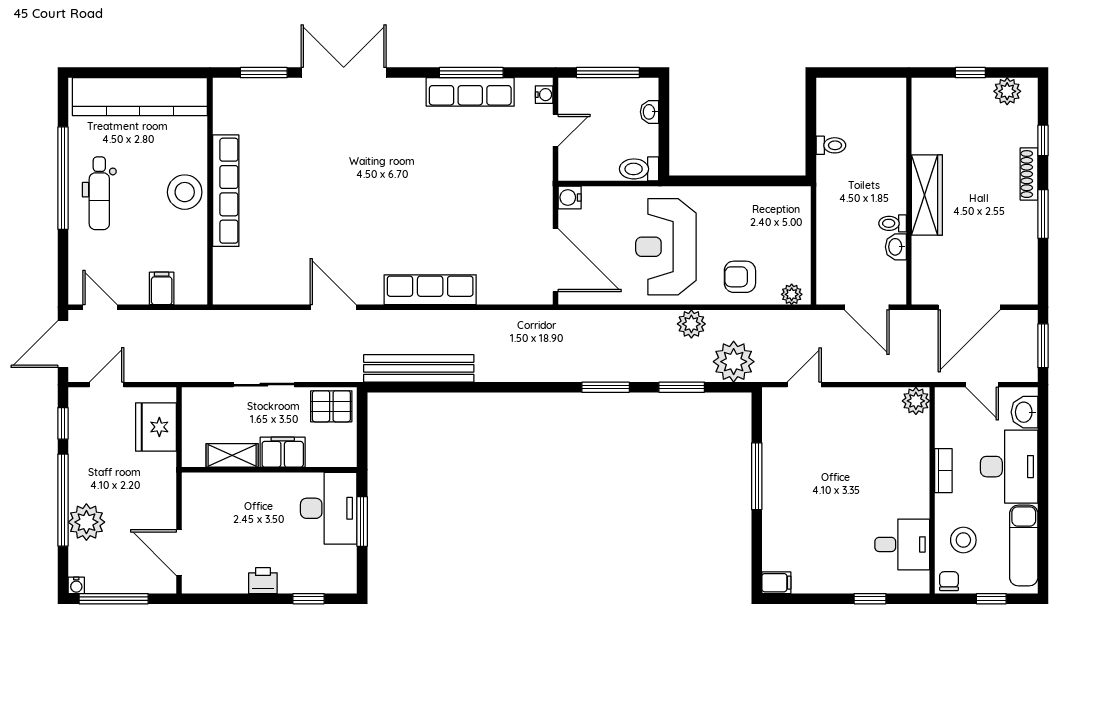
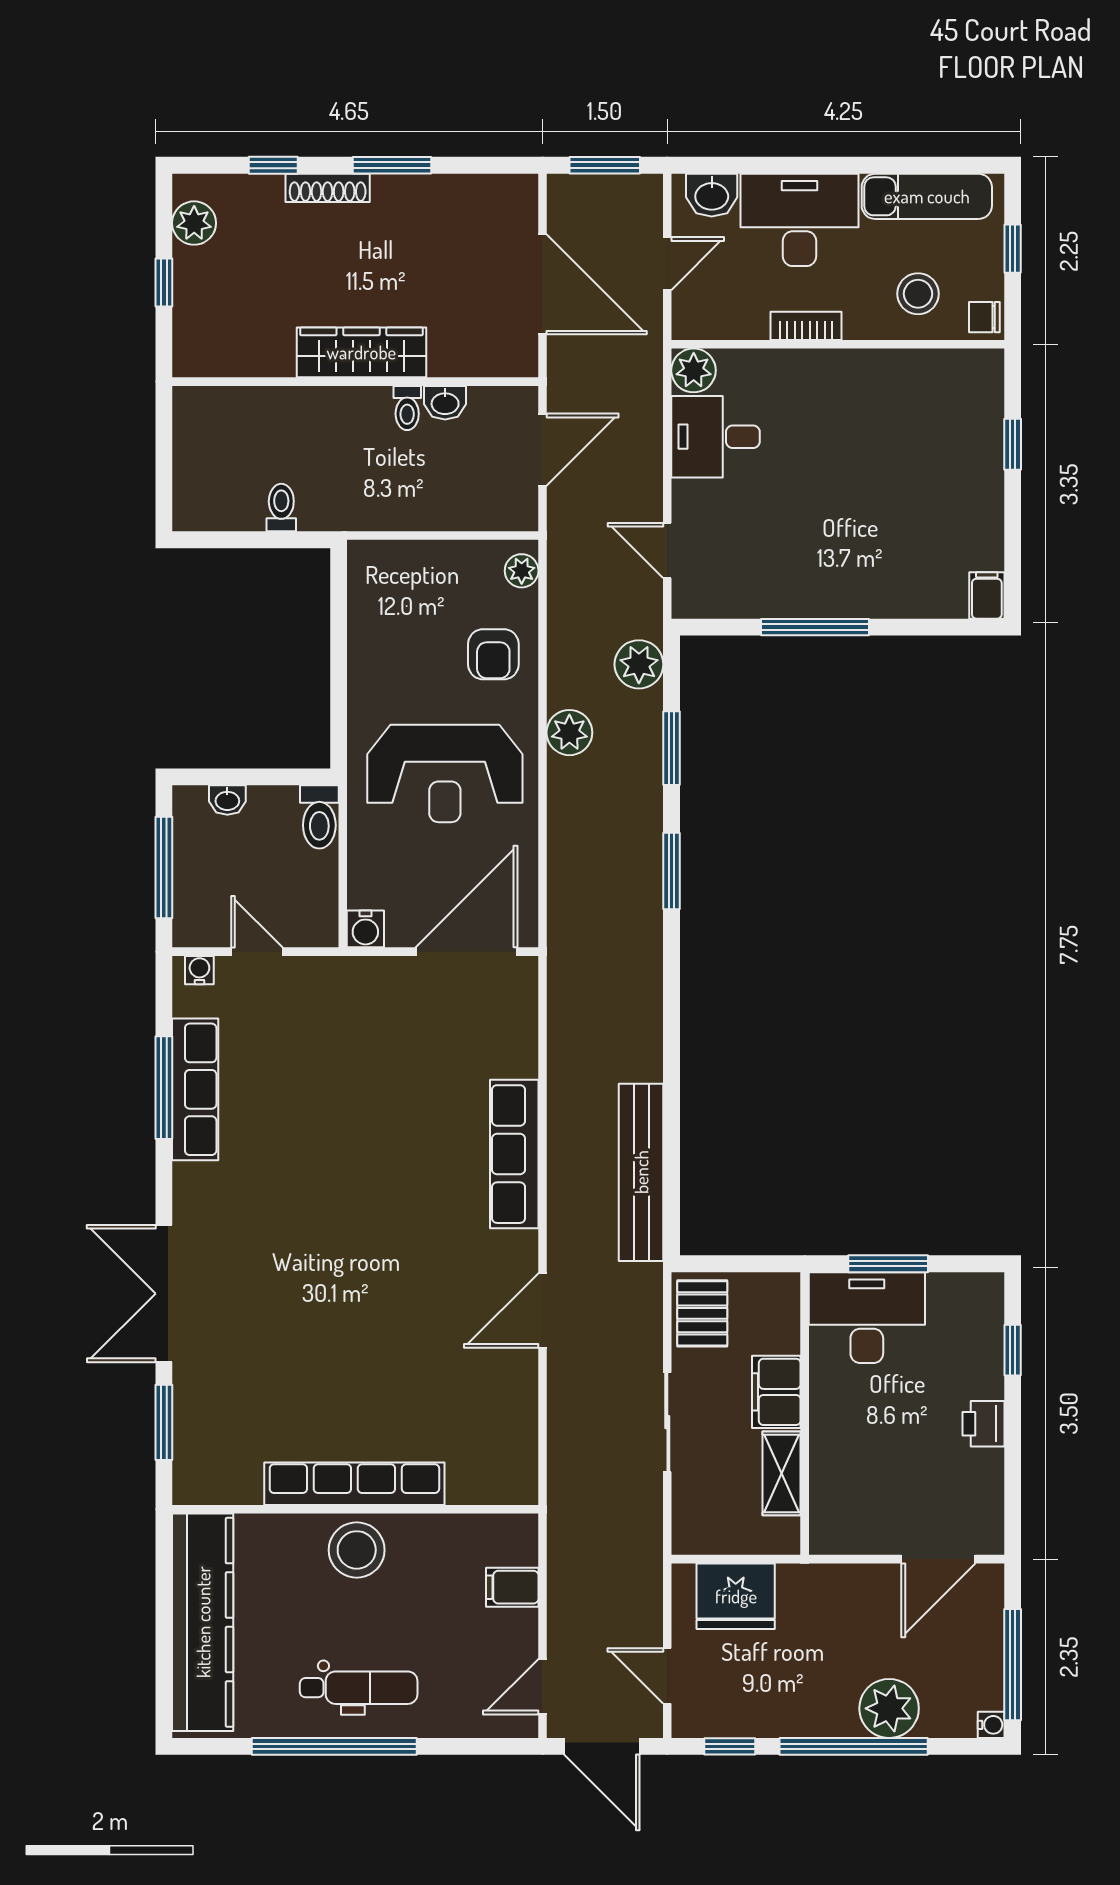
plant: (734, 362) -> (639, 664), width x0.73, depth x0.73
desk: (902, 544) -> (716, 437), moved, turned -90

